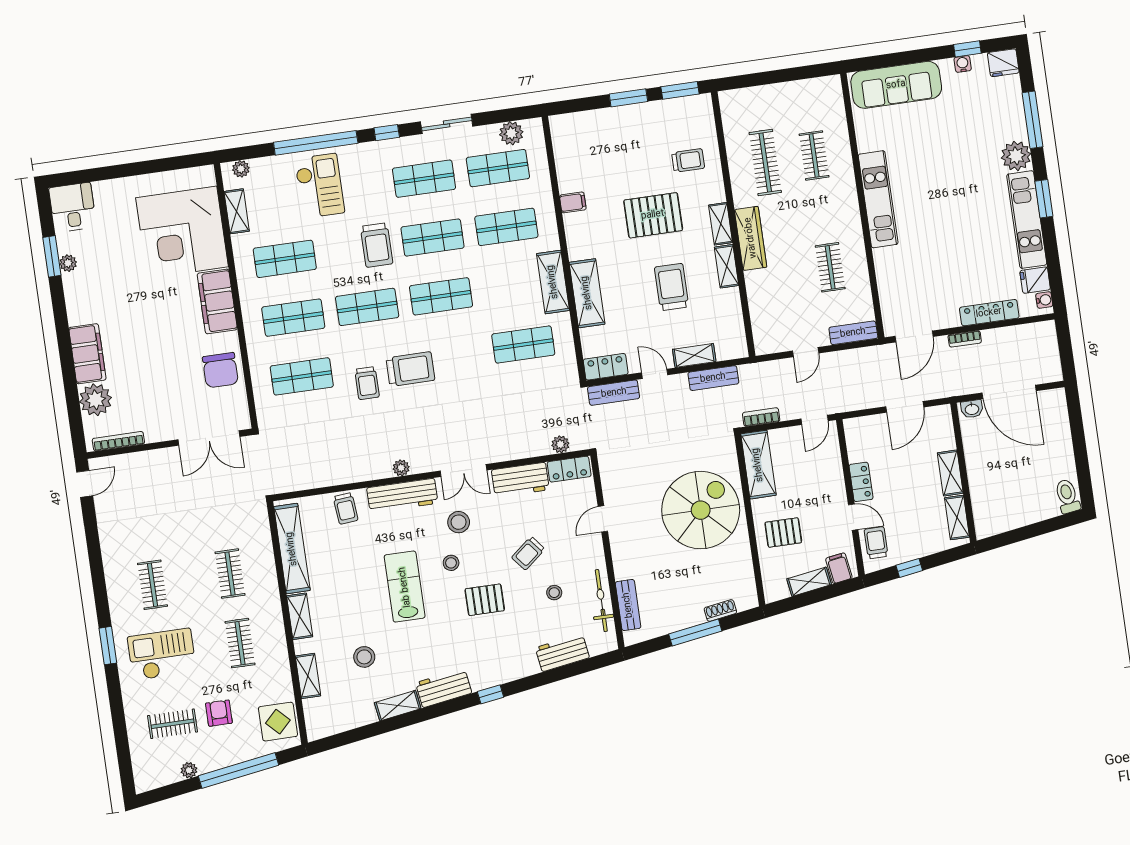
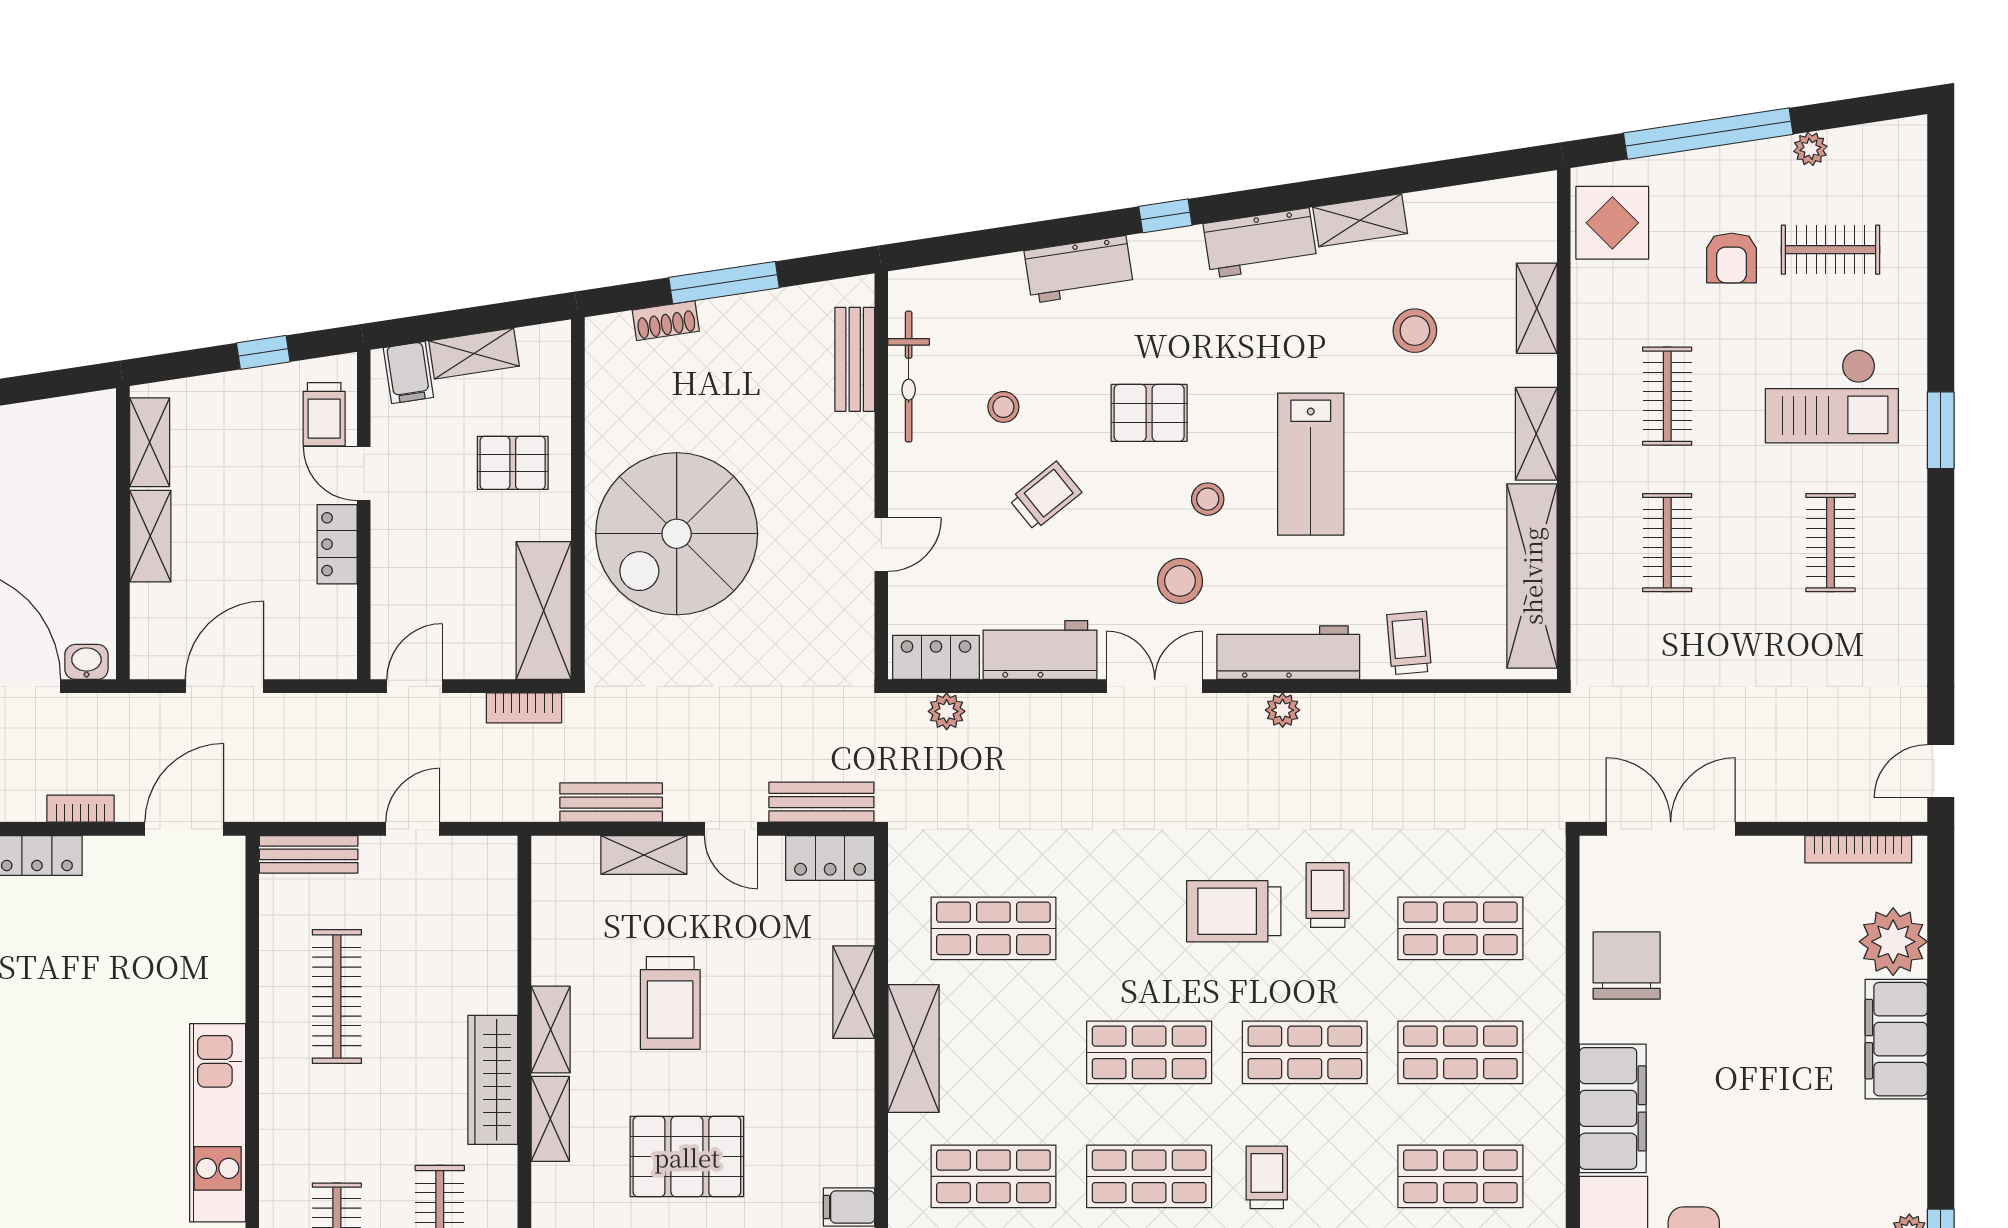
trolley: (377, 245) -> (1267, 1177), width x0.73, depth x0.72
clothes rail: (830, 267) -> (337, 997), width x1.36
shelving: (587, 293) -> (854, 992), width x0.67, depth x0.75
workbench: (562, 653) -> (1079, 269), moved

